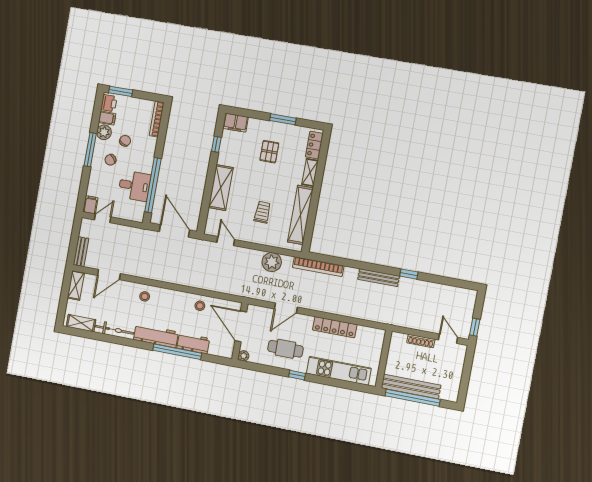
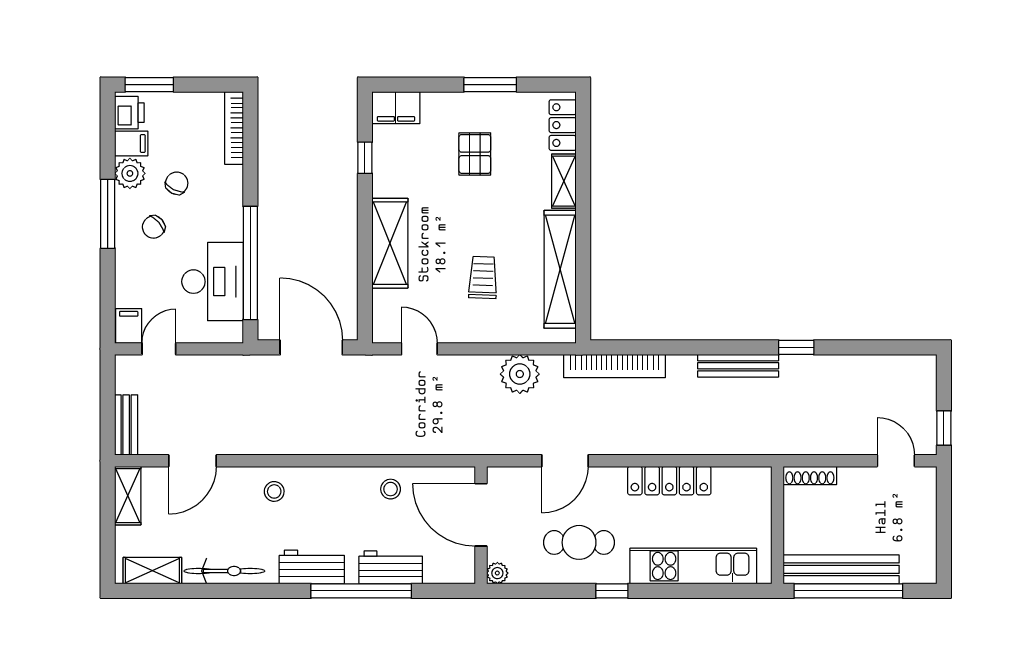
desk: (134, 186) -> (213, 282), width x1.37
workbench: (156, 336) -> (312, 567), width x0.73
shoe rack: (421, 341) -> (810, 475), moved

